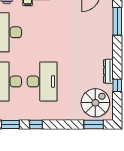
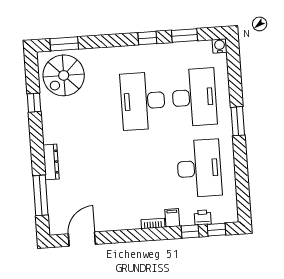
dresser: (108, 71) -> (51, 162), moved

